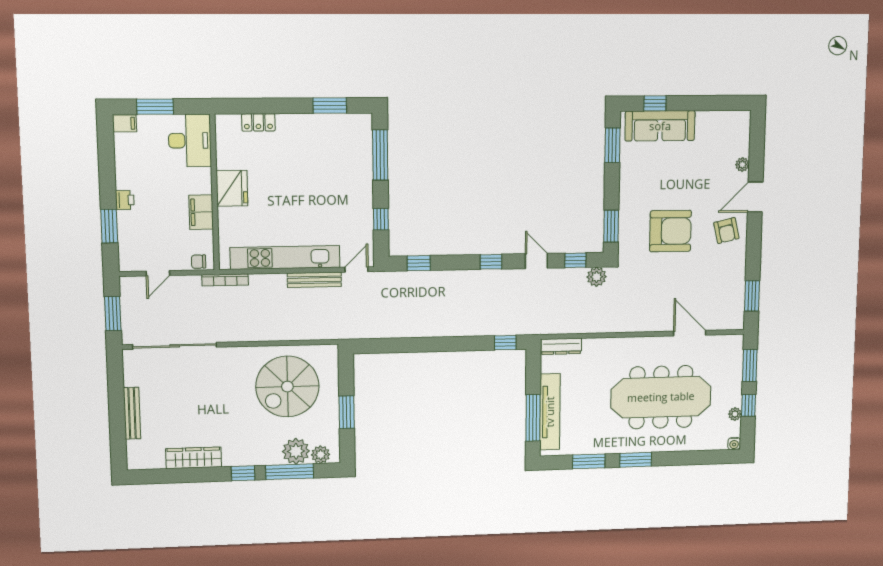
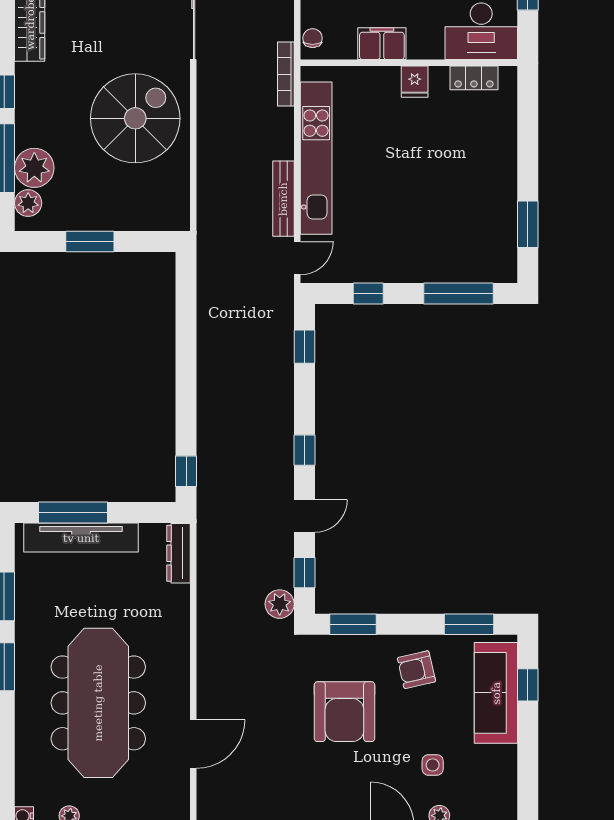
locker: (258, 122) -> (474, 78), moved, turned -90
side table: (708, 170) -> (433, 765), added
fridge: (232, 188) -> (415, 82), width x0.53, depth x0.75
armchair: (726, 231) -> (416, 670), moved
door: (356, 269) -> (297, 258), hinge flipped
spiral stairs: (287, 387) -> (135, 118), moved, turned 90

